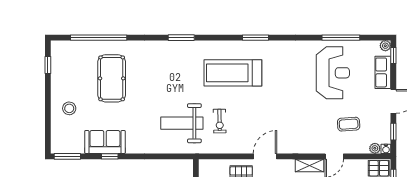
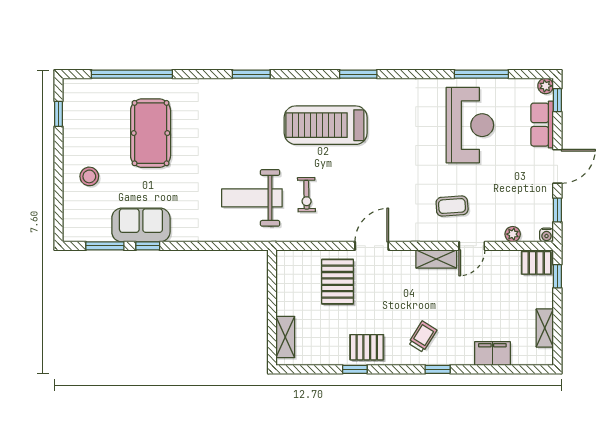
coffee table: (349, 124) -> (452, 206), moved
plant: (375, 148) -> (513, 234), moved
window: (67, 156) -> (105, 246), moved

